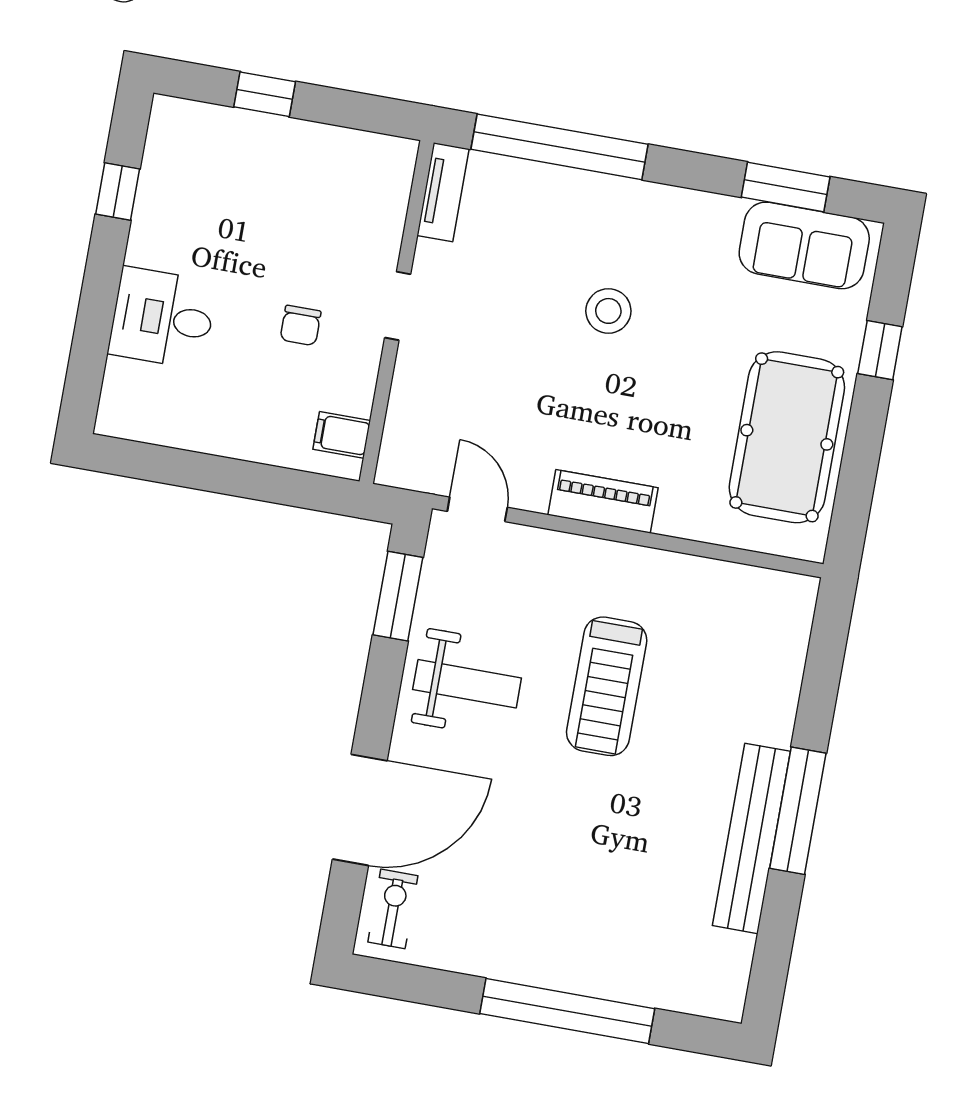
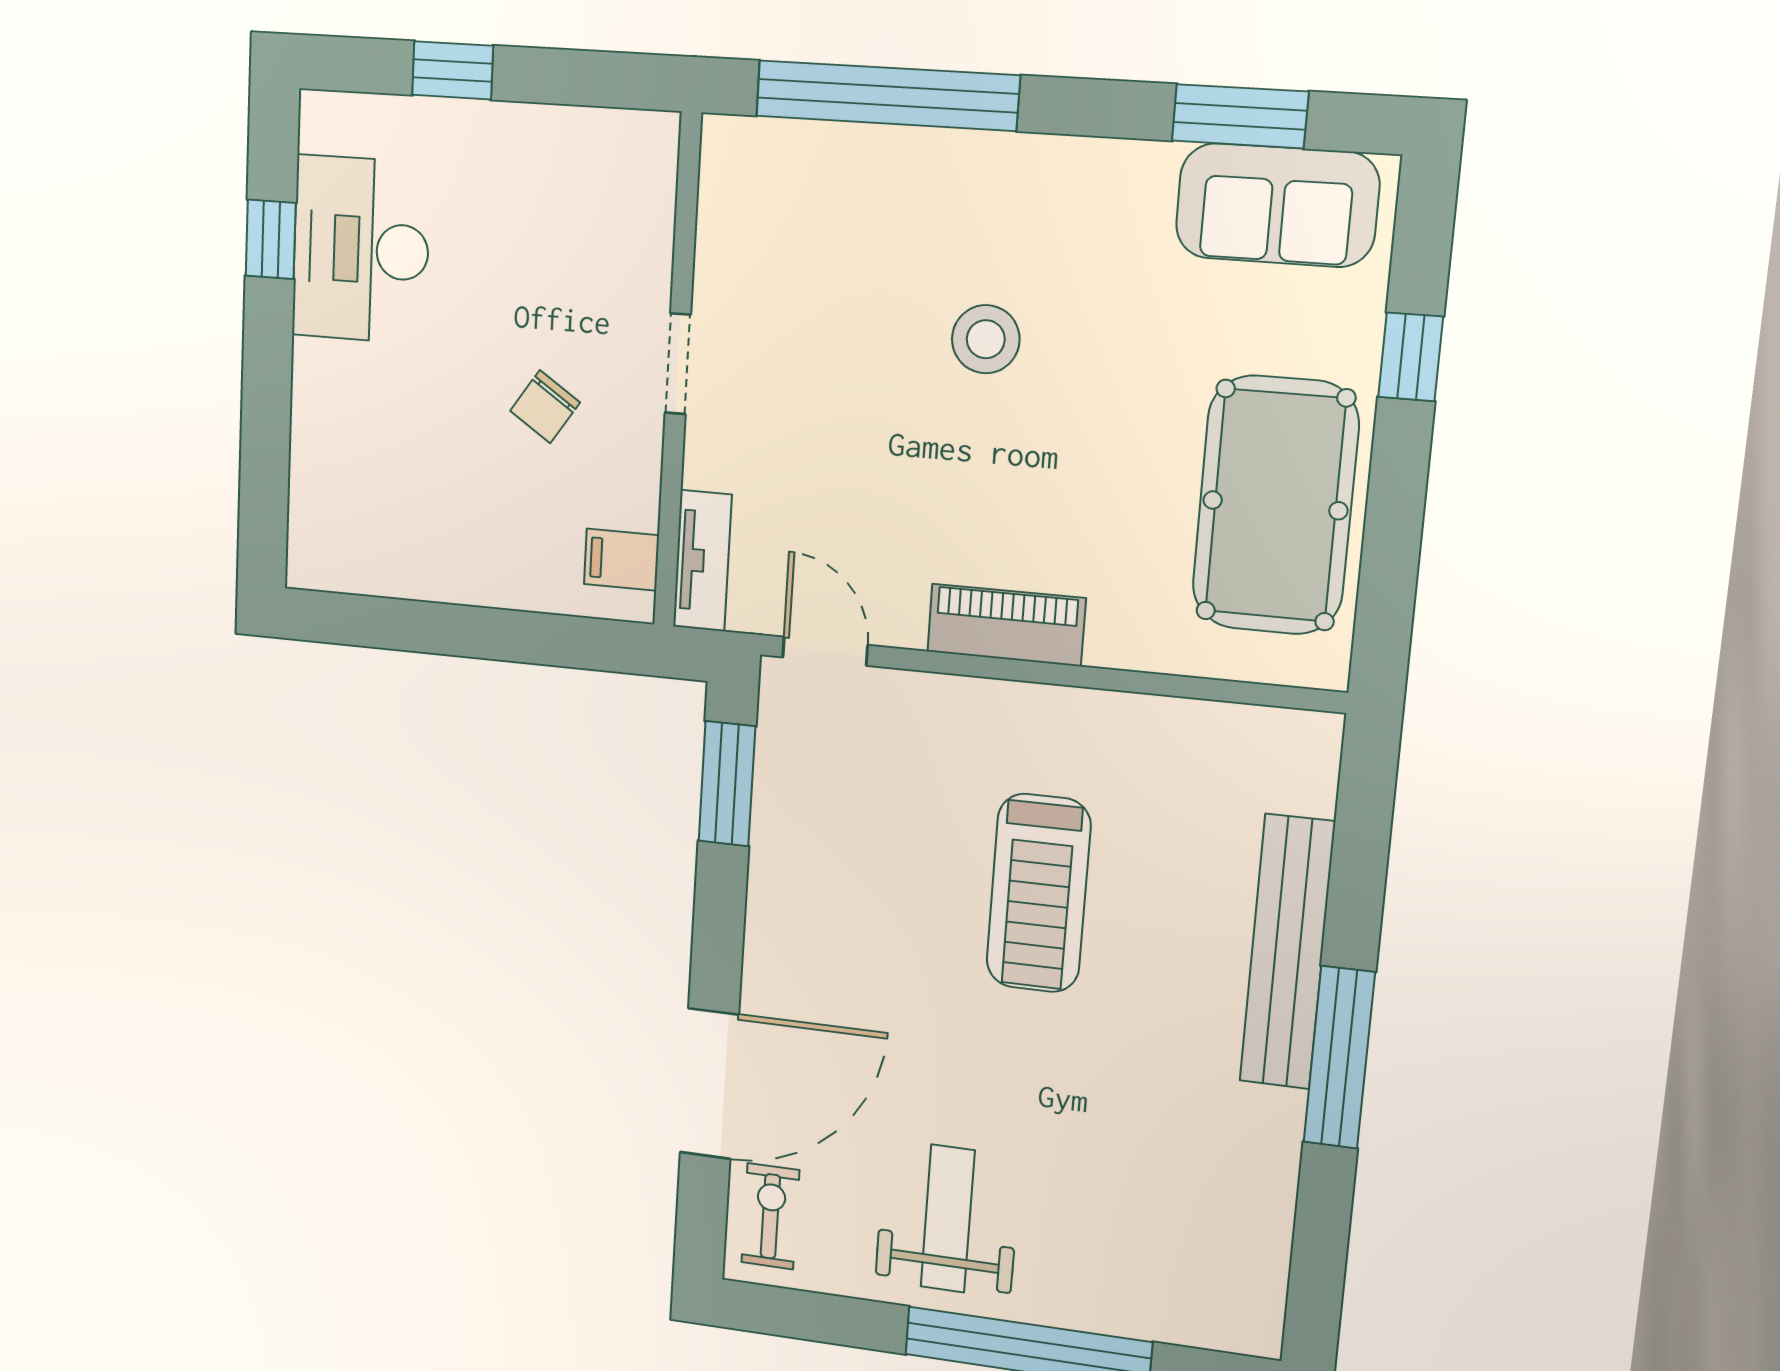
tv unit: (443, 192) -> (702, 561), moved
desk: (163, 318) -> (361, 249), moved, width x1.37
chair: (301, 325) -> (545, 407), turned 34
weight bench: (467, 684) -> (948, 1219), moved, turned -90
bench: (751, 838) -> (1287, 952), moved

